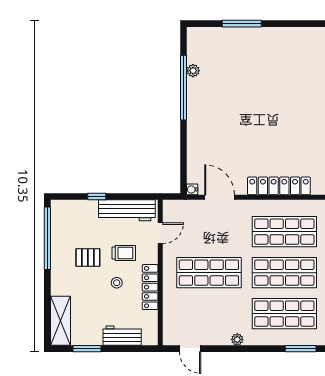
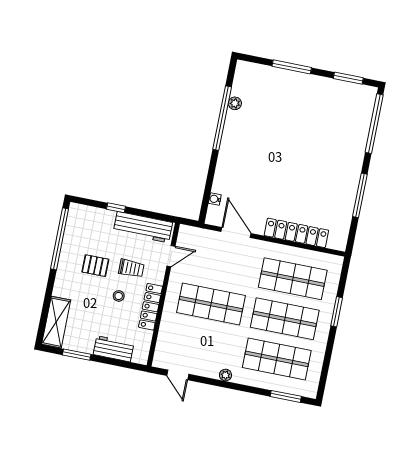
window: (300, 24) -> (348, 78), added
water cooler: (192, 189) -> (215, 199), moved

